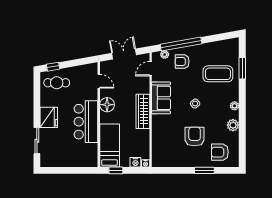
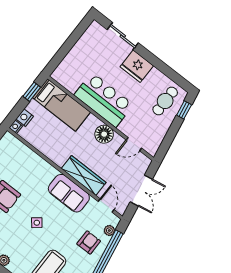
wardrobe: (143, 111) -> (84, 176), moved

